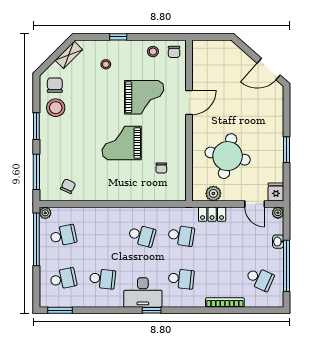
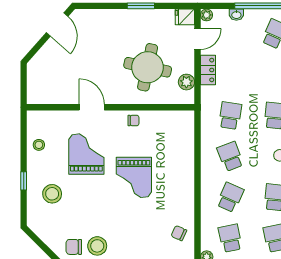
chair: (174, 52) -> (39, 123), removed
shelving: (69, 55) -> (42, 232), removed
stool: (106, 64) -> (52, 194), width x1.89, depth x1.89
chair: (161, 168) -> (133, 121), moved
locker: (212, 214) -> (208, 70), moved
school desk: (102, 236) -> (230, 197), added
school desk: (142, 236) -> (230, 156), turned -36

